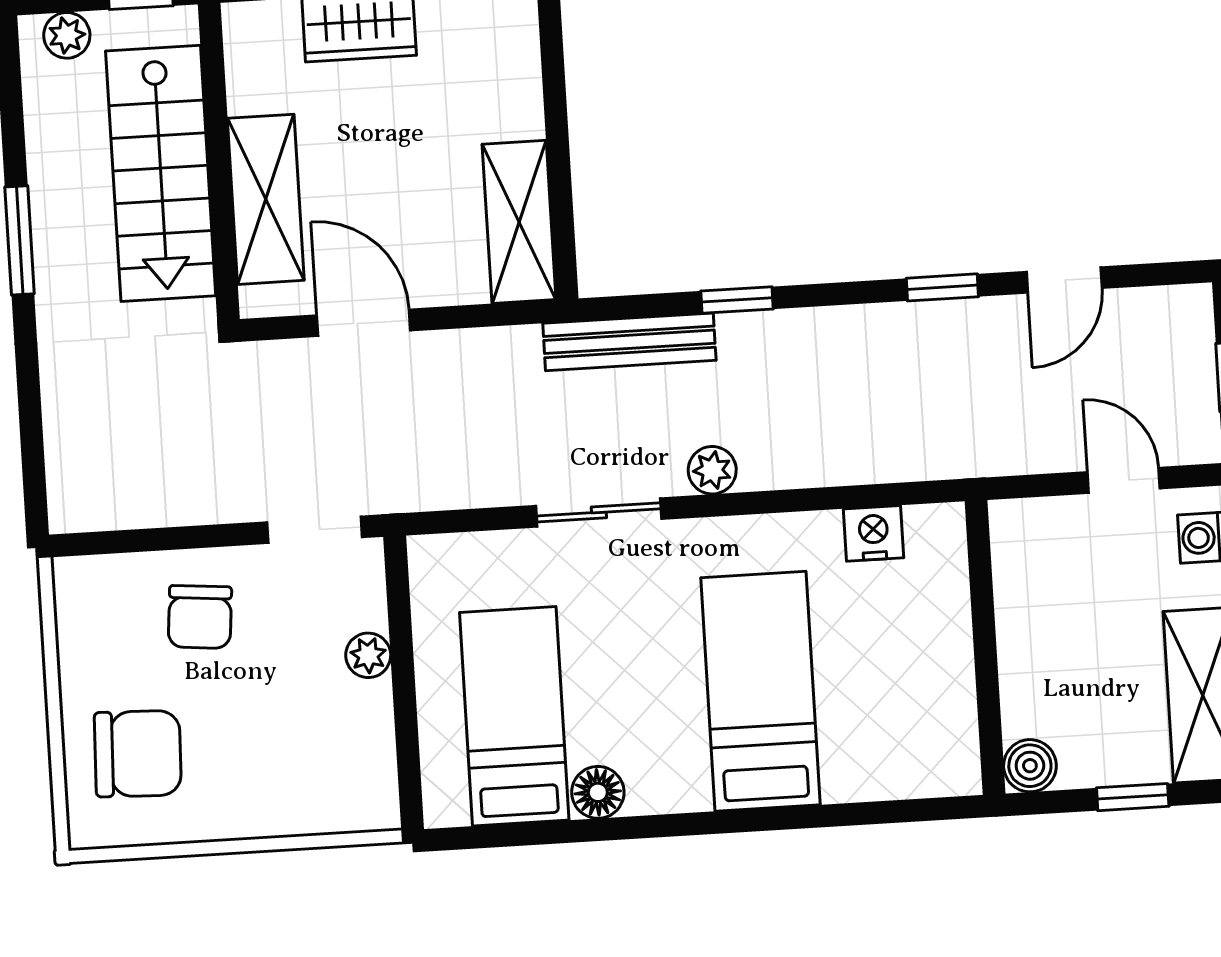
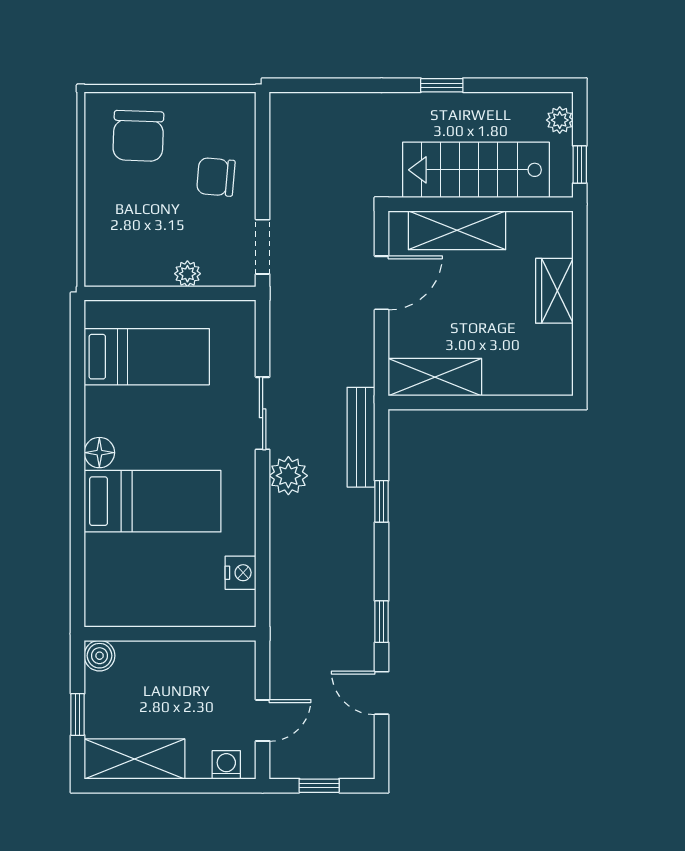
window: (20, 240) -> (442, 85), width x0.67
plant: (712, 470) -> (288, 476), width x1.38, depth x1.38
floor lamp: (598, 792) -> (99, 453), moved

